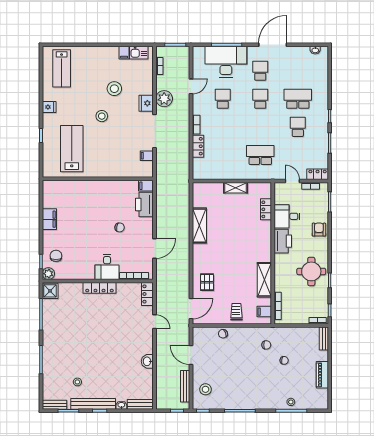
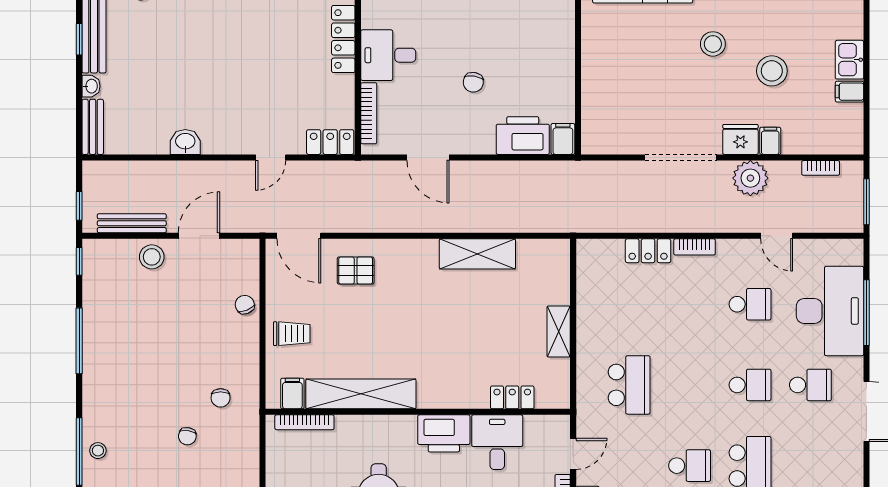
kitchen sink: (139, 53) -> (849, 60), moved
filing cabinet: (147, 156) -> (770, 141), moved
shelving: (264, 280) -> (361, 394), width x1.47
stool: (205, 389) -> (152, 257), moved

